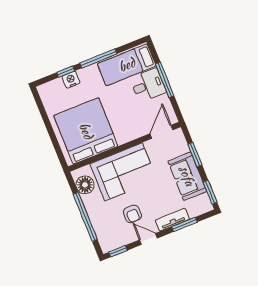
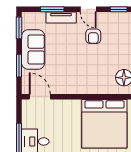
door: (162, 132) -> (40, 97), swing flipped
corner sofa: (123, 172) -> (86, 75), removed
armchair: (132, 214) -> (93, 36), turned 180

